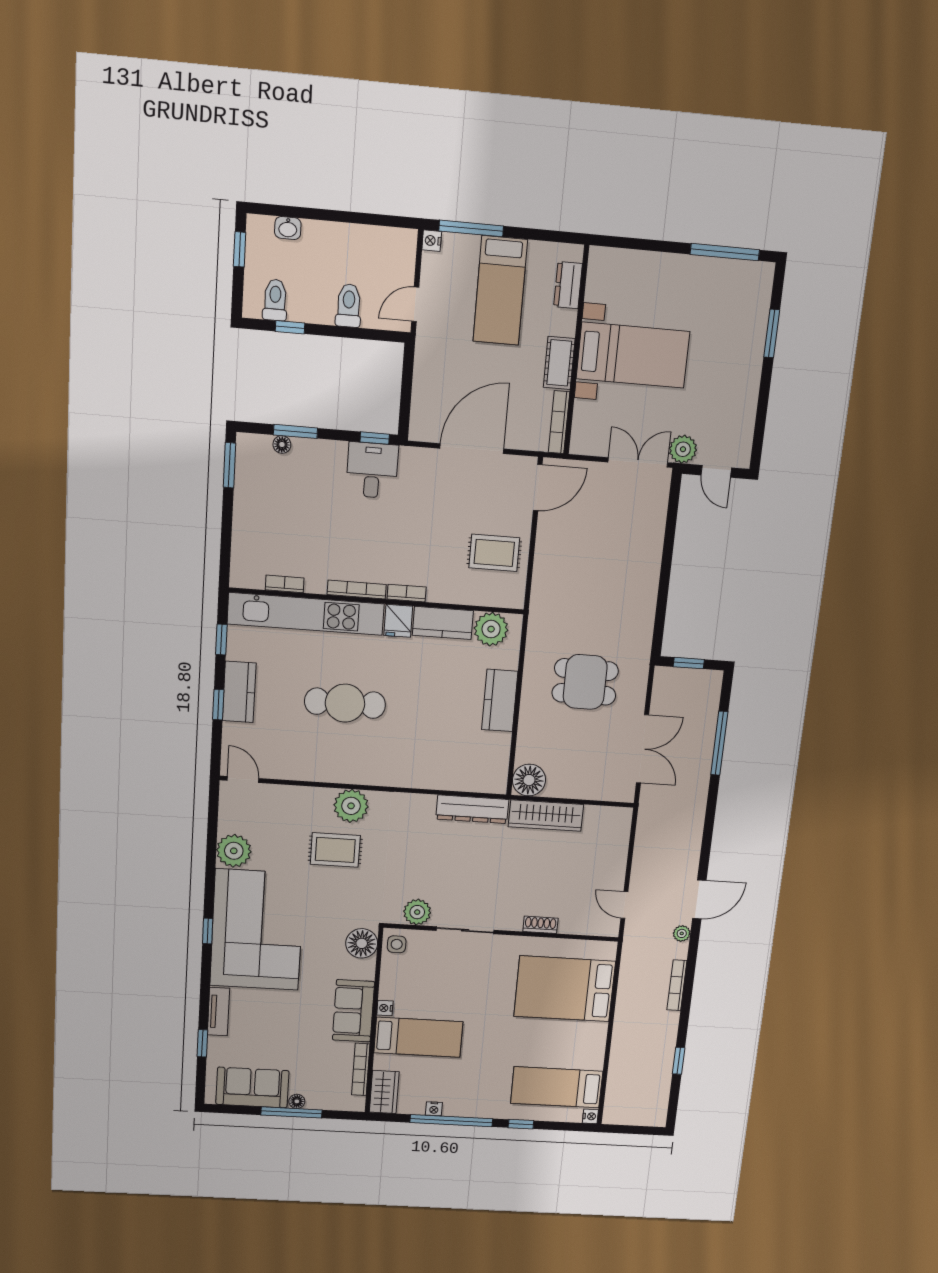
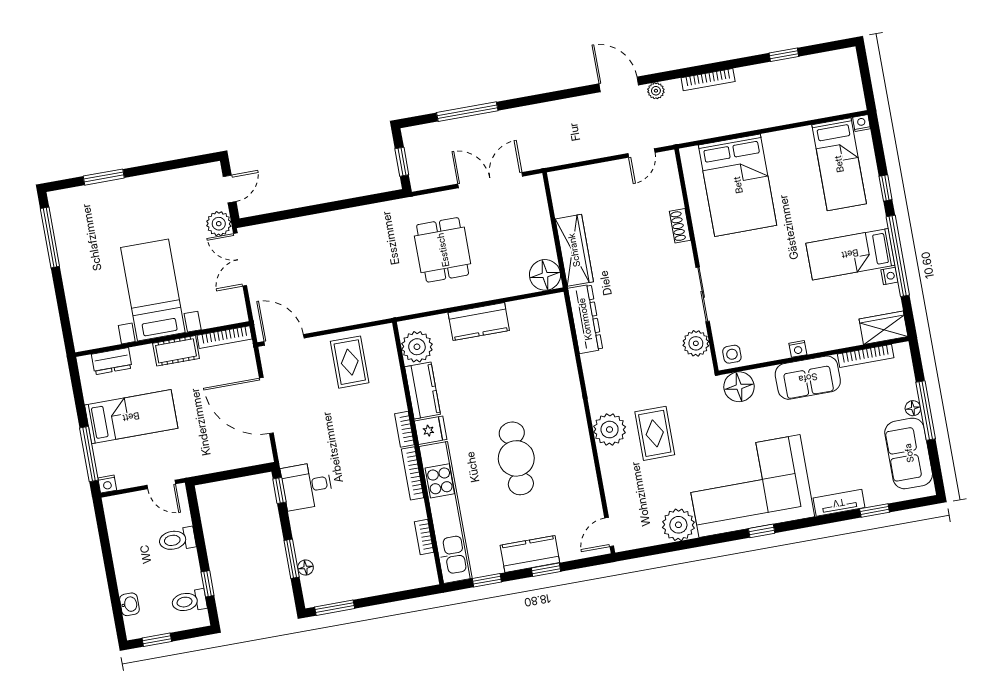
bed: (418, 1037) -> (850, 254), moved, turned -90

